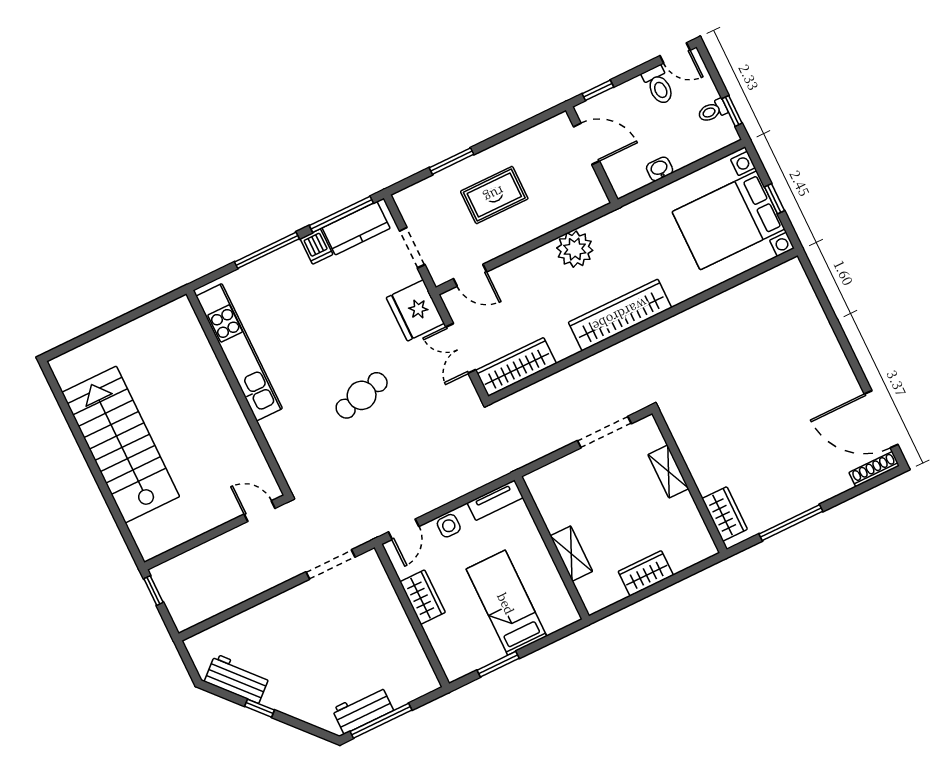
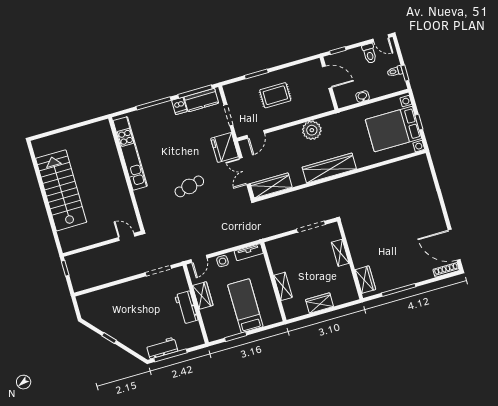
door: (470, 275) -> (256, 134), hinge flipped
workbench: (237, 679) -> (186, 307), moved, turned -138

